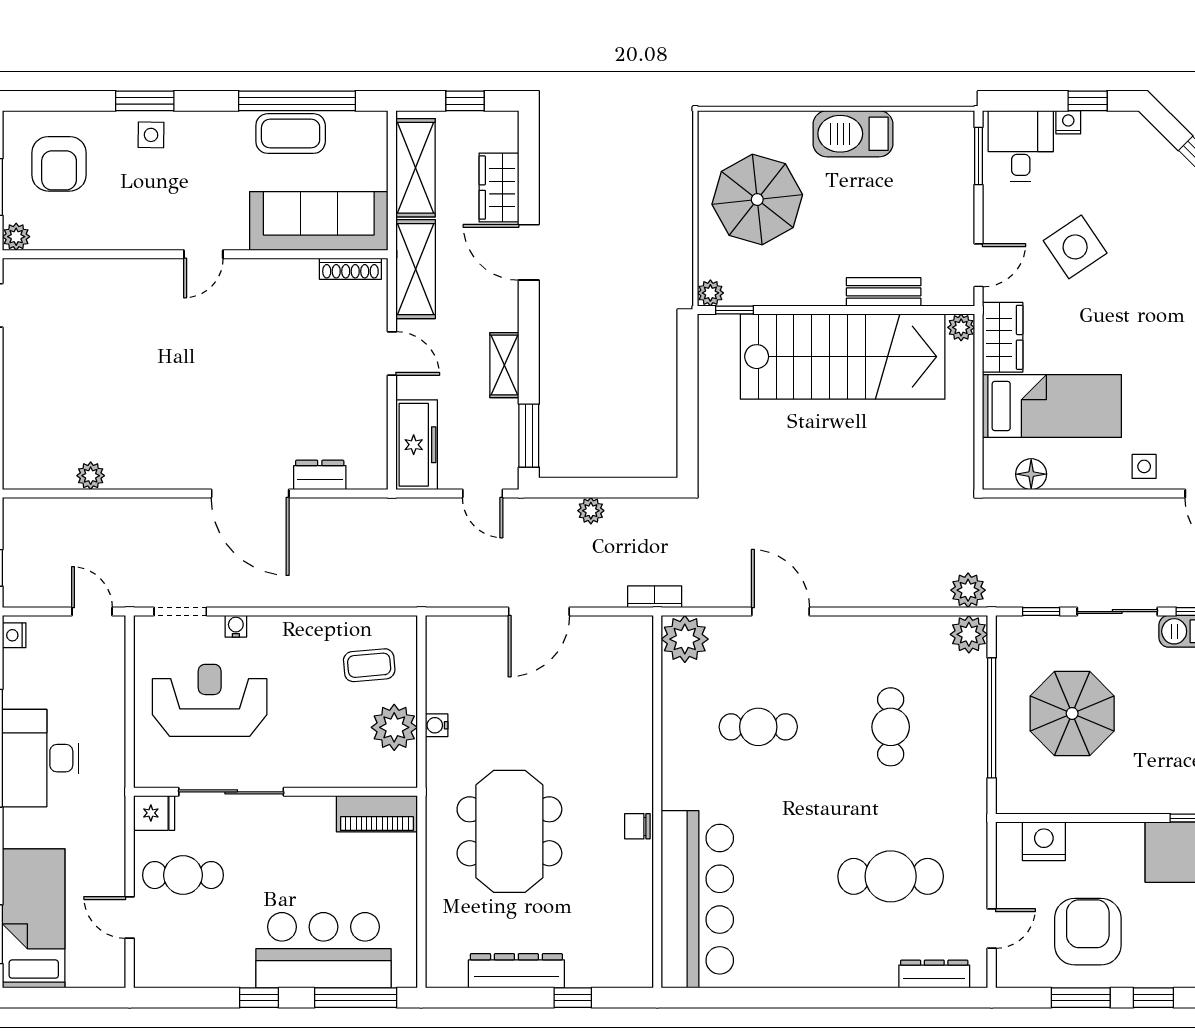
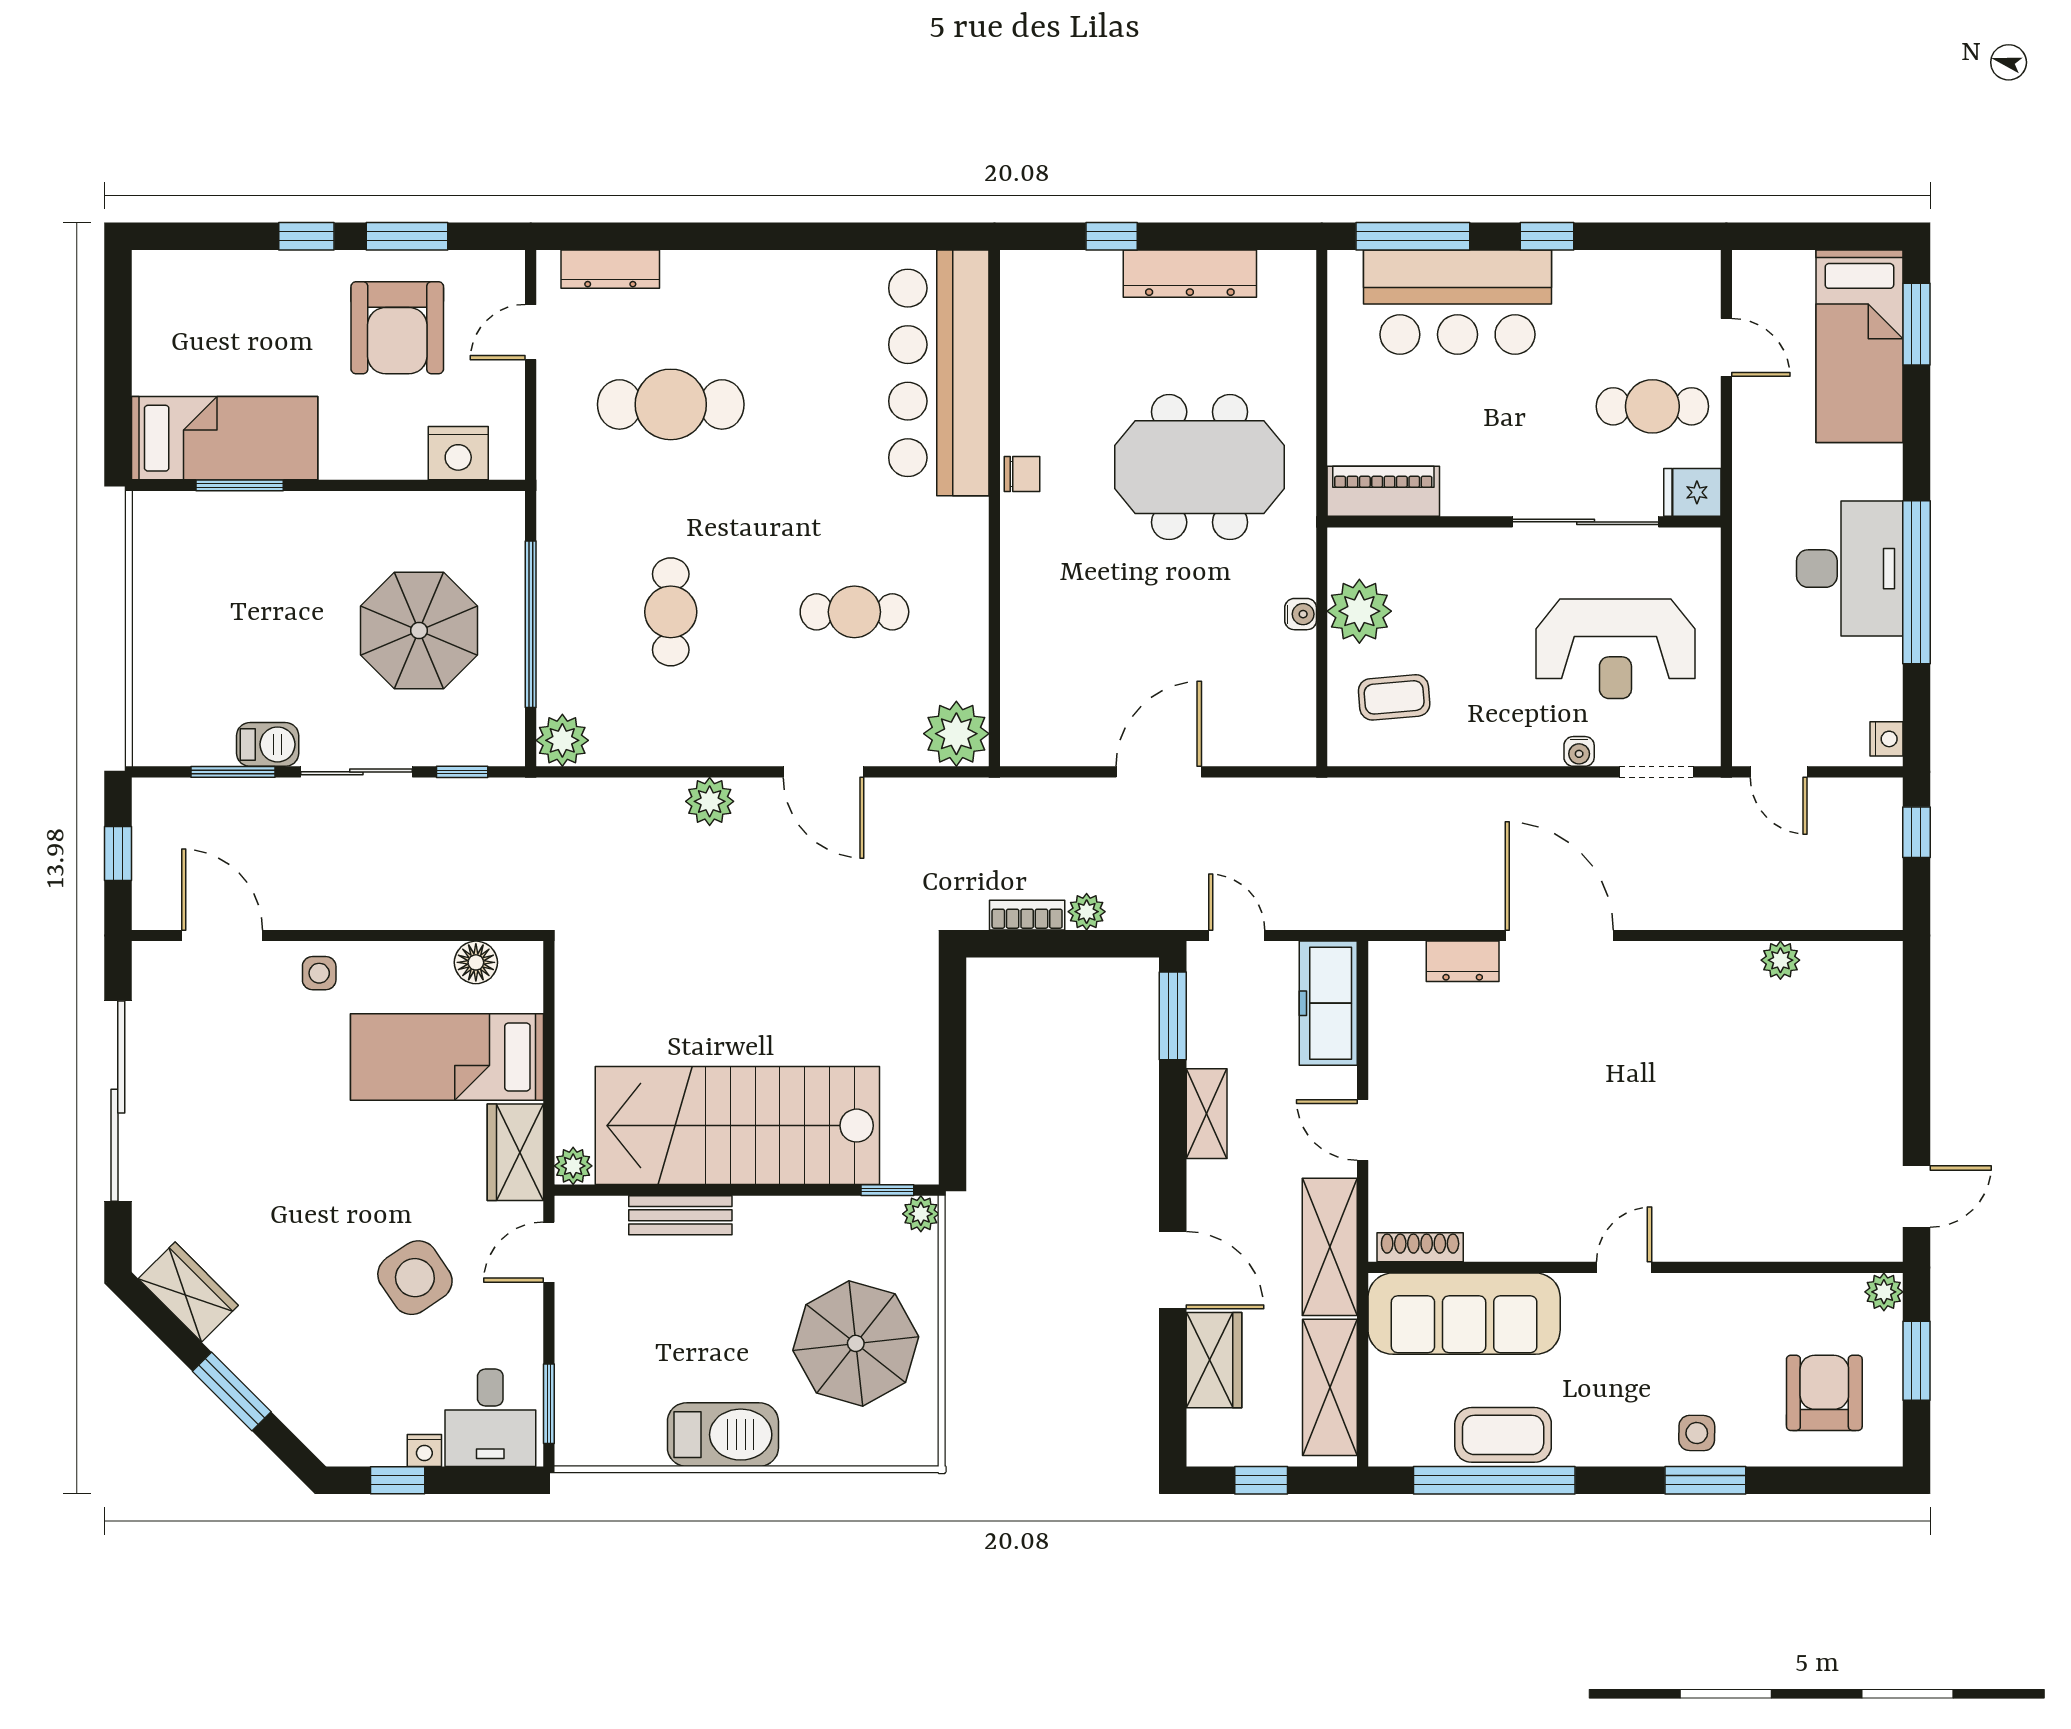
plant: (968, 590) -> (710, 801), moved
bookcase: (655, 597) -> (1027, 915), moved, turned 180
meeting table: (509, 831) -> (1200, 467), turned 90

